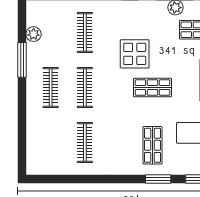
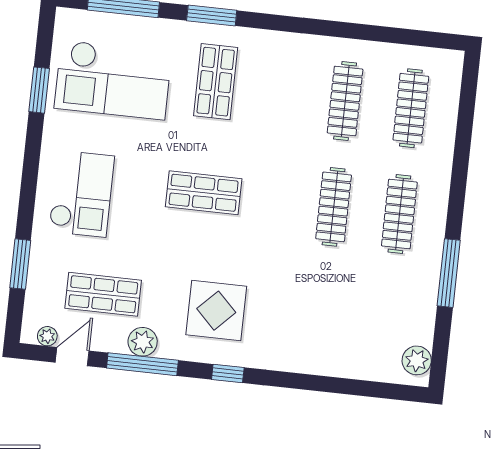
clothes rail: (85, 32) -> (411, 108), moved
plant: (34, 34) -> (417, 360), moved
display table: (135, 54) -> (216, 311), moved

